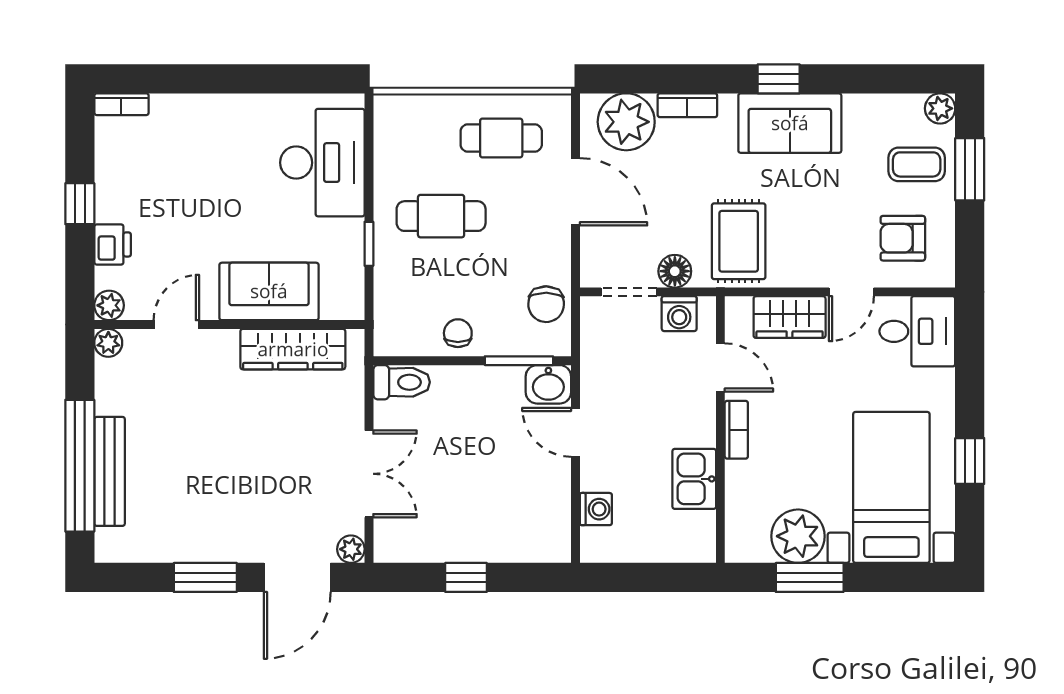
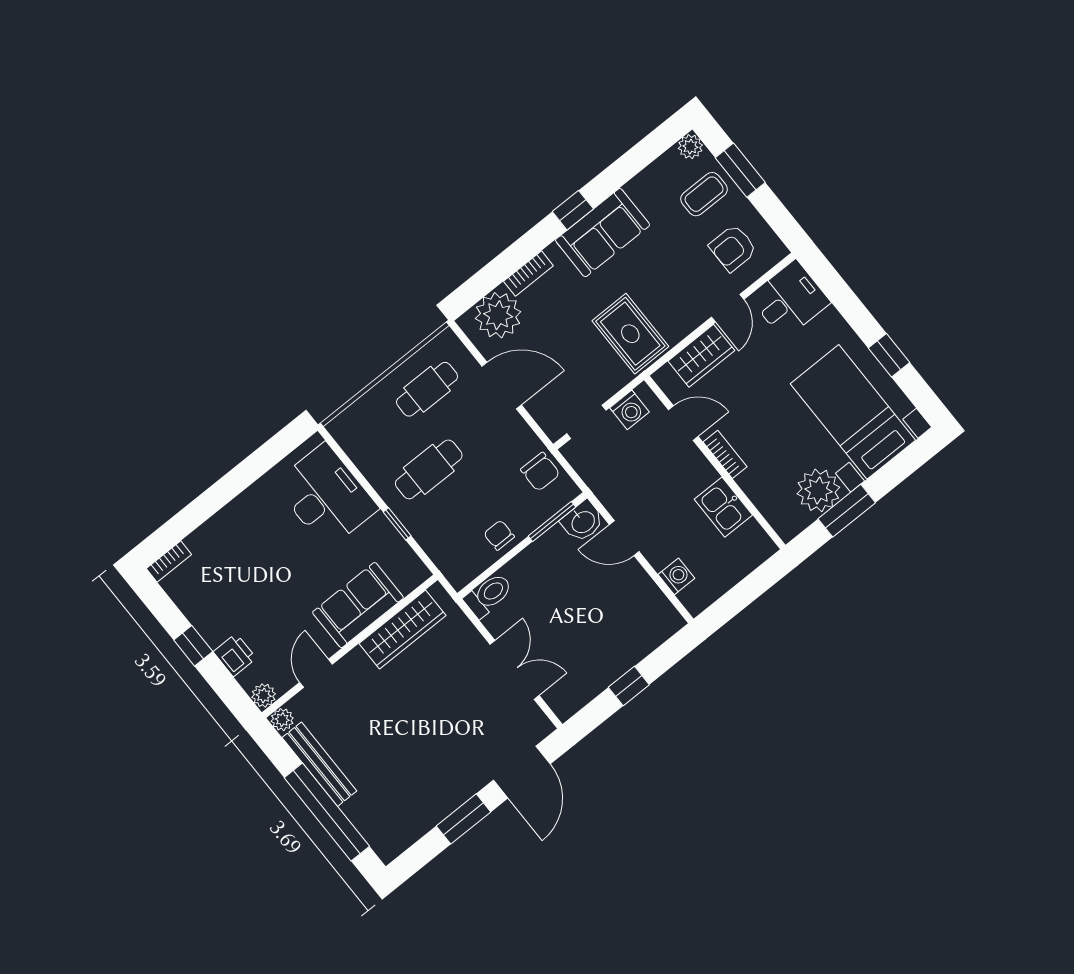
floor lamp: (675, 271) -> (605, 385), removed
bench: (110, 471) -> (319, 764), moved
plant: (351, 549) -> (541, 727), removed

